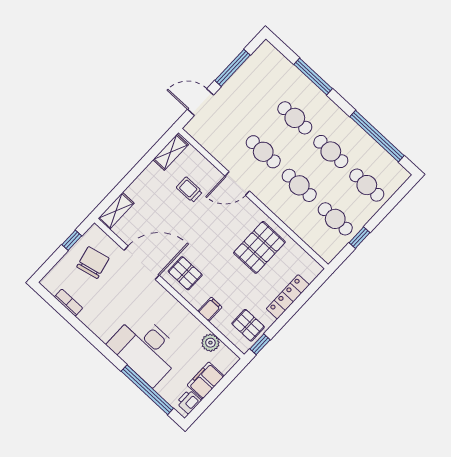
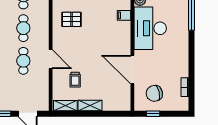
shelving: (116, 211) -> (90, 106), moved
pallet: (259, 247) -> (71, 19), width x0.67, depth x0.71
pallet: (185, 273) -> (118, 44), removed
desk: (145, 349) -> (150, 28), moved, turned 180

